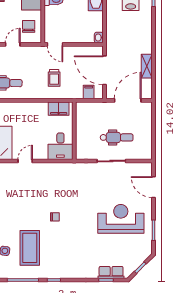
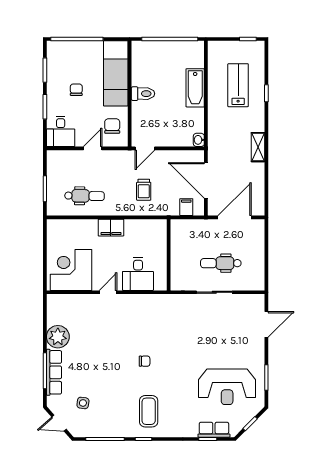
door: (55, 44) -> (145, 148), hinge flipped
shelving: (147, 66) -> (258, 147), moved
filing cabinet: (59, 109) -> (111, 228), moved
dental chair: (117, 137) -> (221, 263), turned 180
desk: (60, 146) -> (138, 274), moved
door: (154, 187) -> (266, 324), swing flipped
reception desk: (121, 219) -> (227, 387), moved, turned 180
coffee table: (30, 248) -> (149, 411), moved, width x0.73, depth x0.76

